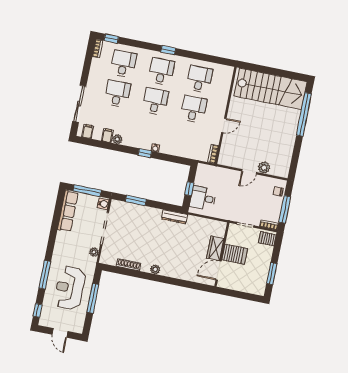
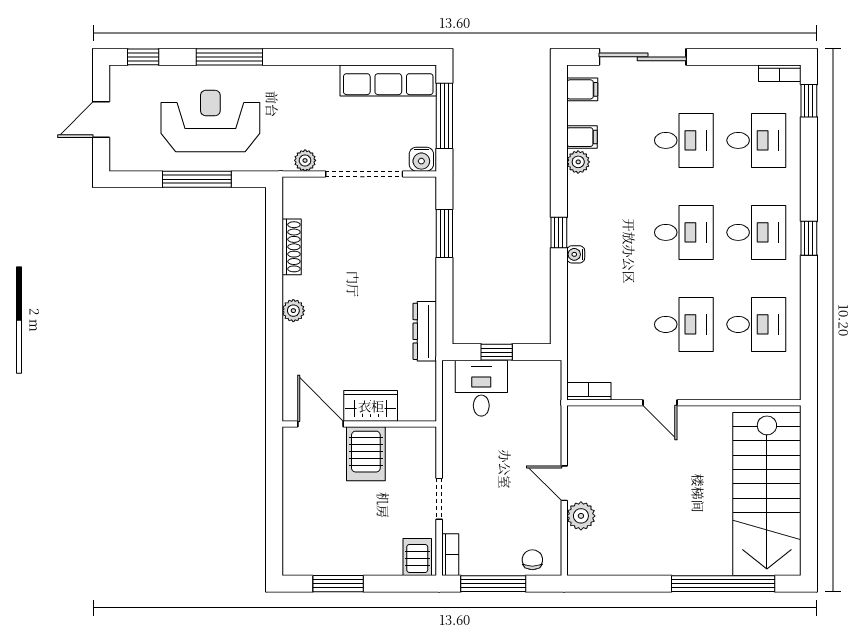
wardrobe: (215, 248) -> (371, 406), moved
wall: (222, 254) -> (359, 424), moved
server rack: (235, 254) -> (366, 454), moved
door: (219, 270) -> (321, 424), moved

